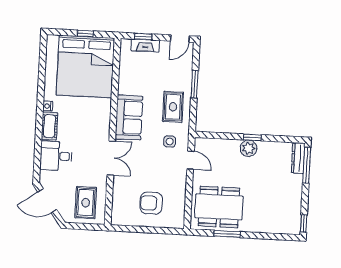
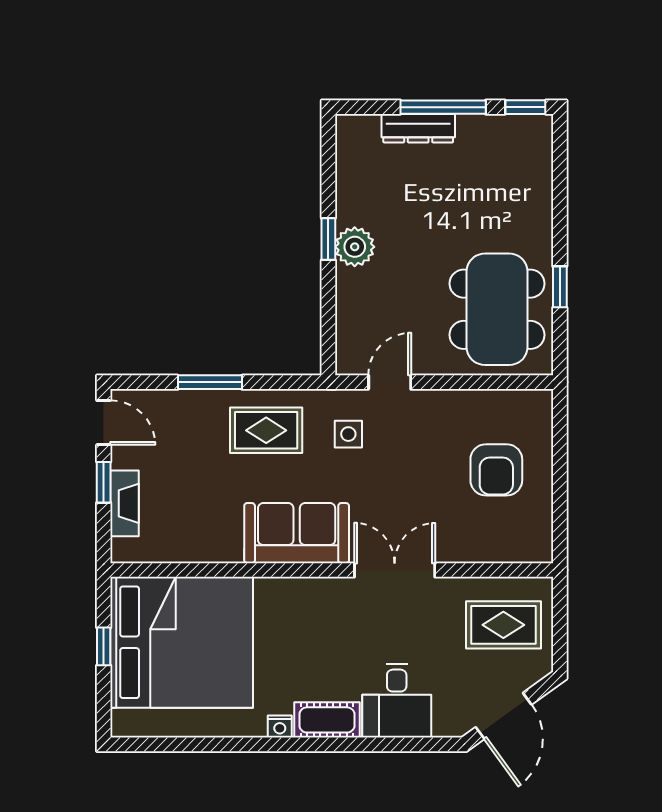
window: (143, 37) -> (104, 482), moved
dresser: (298, 158) -> (418, 128), moved
window: (307, 165) -> (443, 107), moved
window: (227, 234) -> (560, 287), width x0.67

